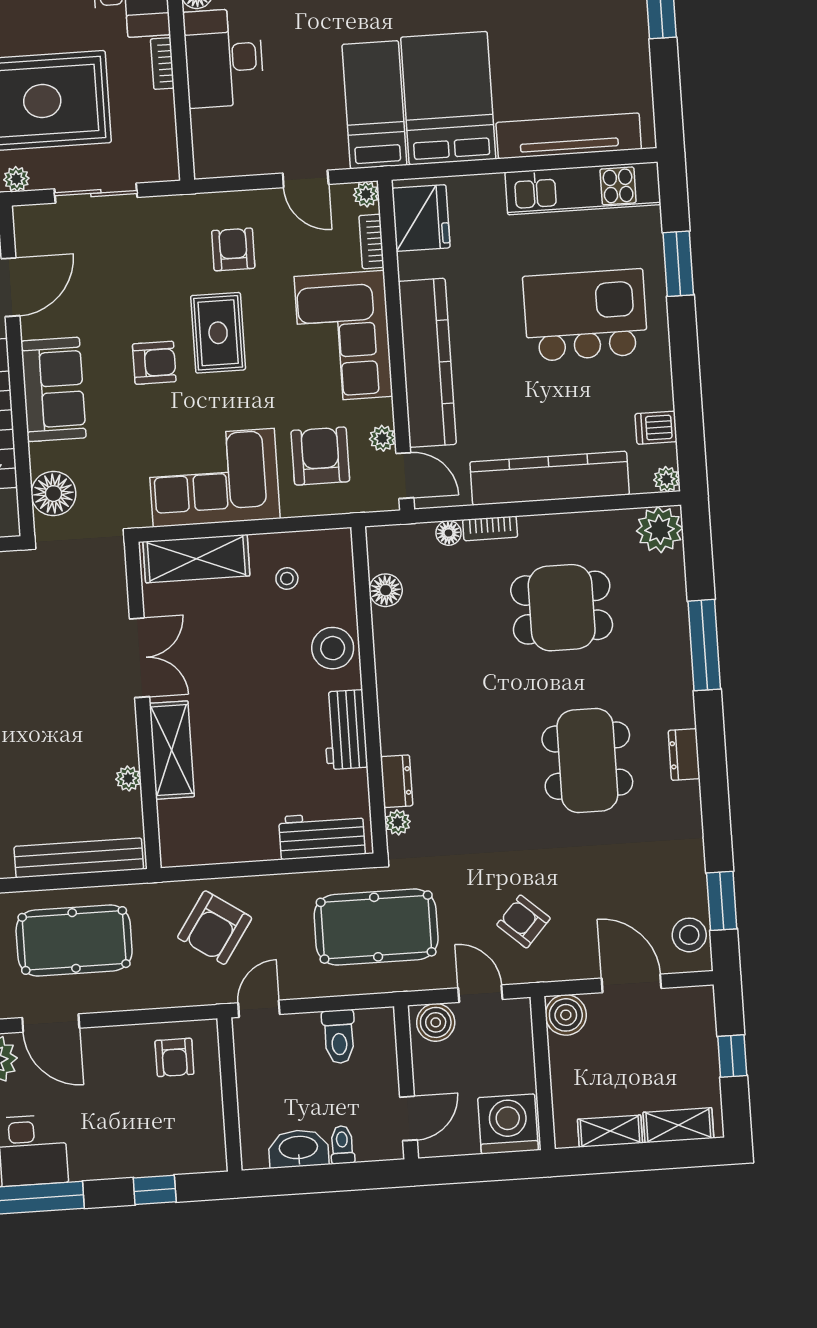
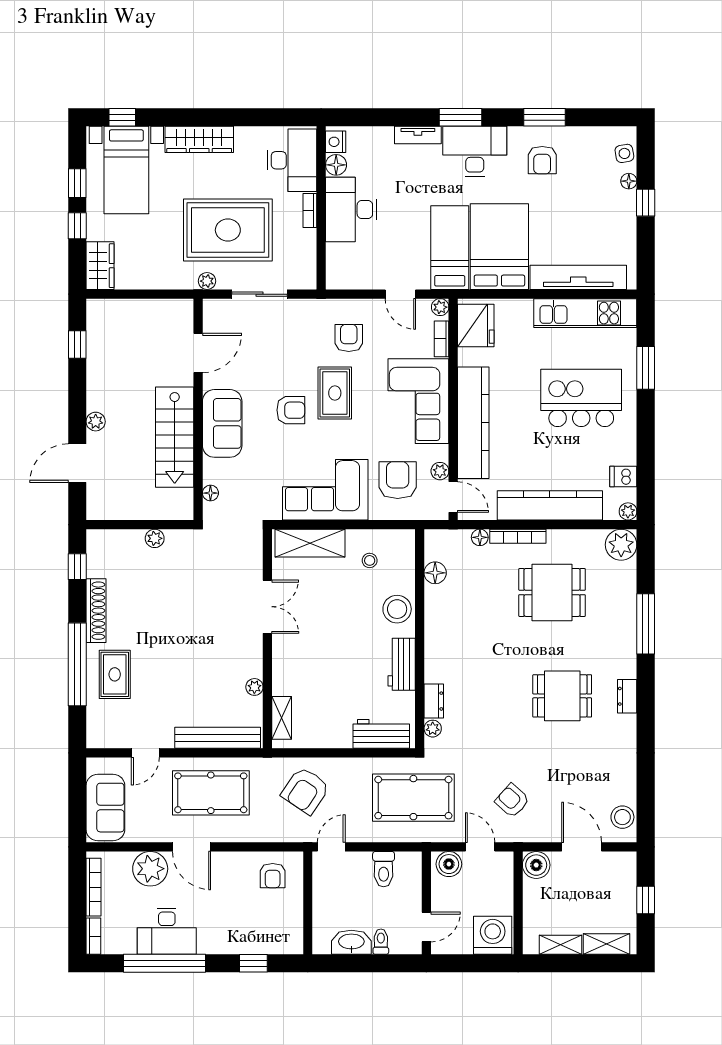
floor lamp: (54, 494) -> (210, 493), width x0.53, depth x0.53
bookcase: (490, 528) -> (518, 536), width x1.56
shelving: (172, 750) -> (282, 718), moved, width x0.67, depth x0.75
dining table: (587, 761) -> (562, 696), width x0.73
window: (722, 901) -> (646, 796), removed

